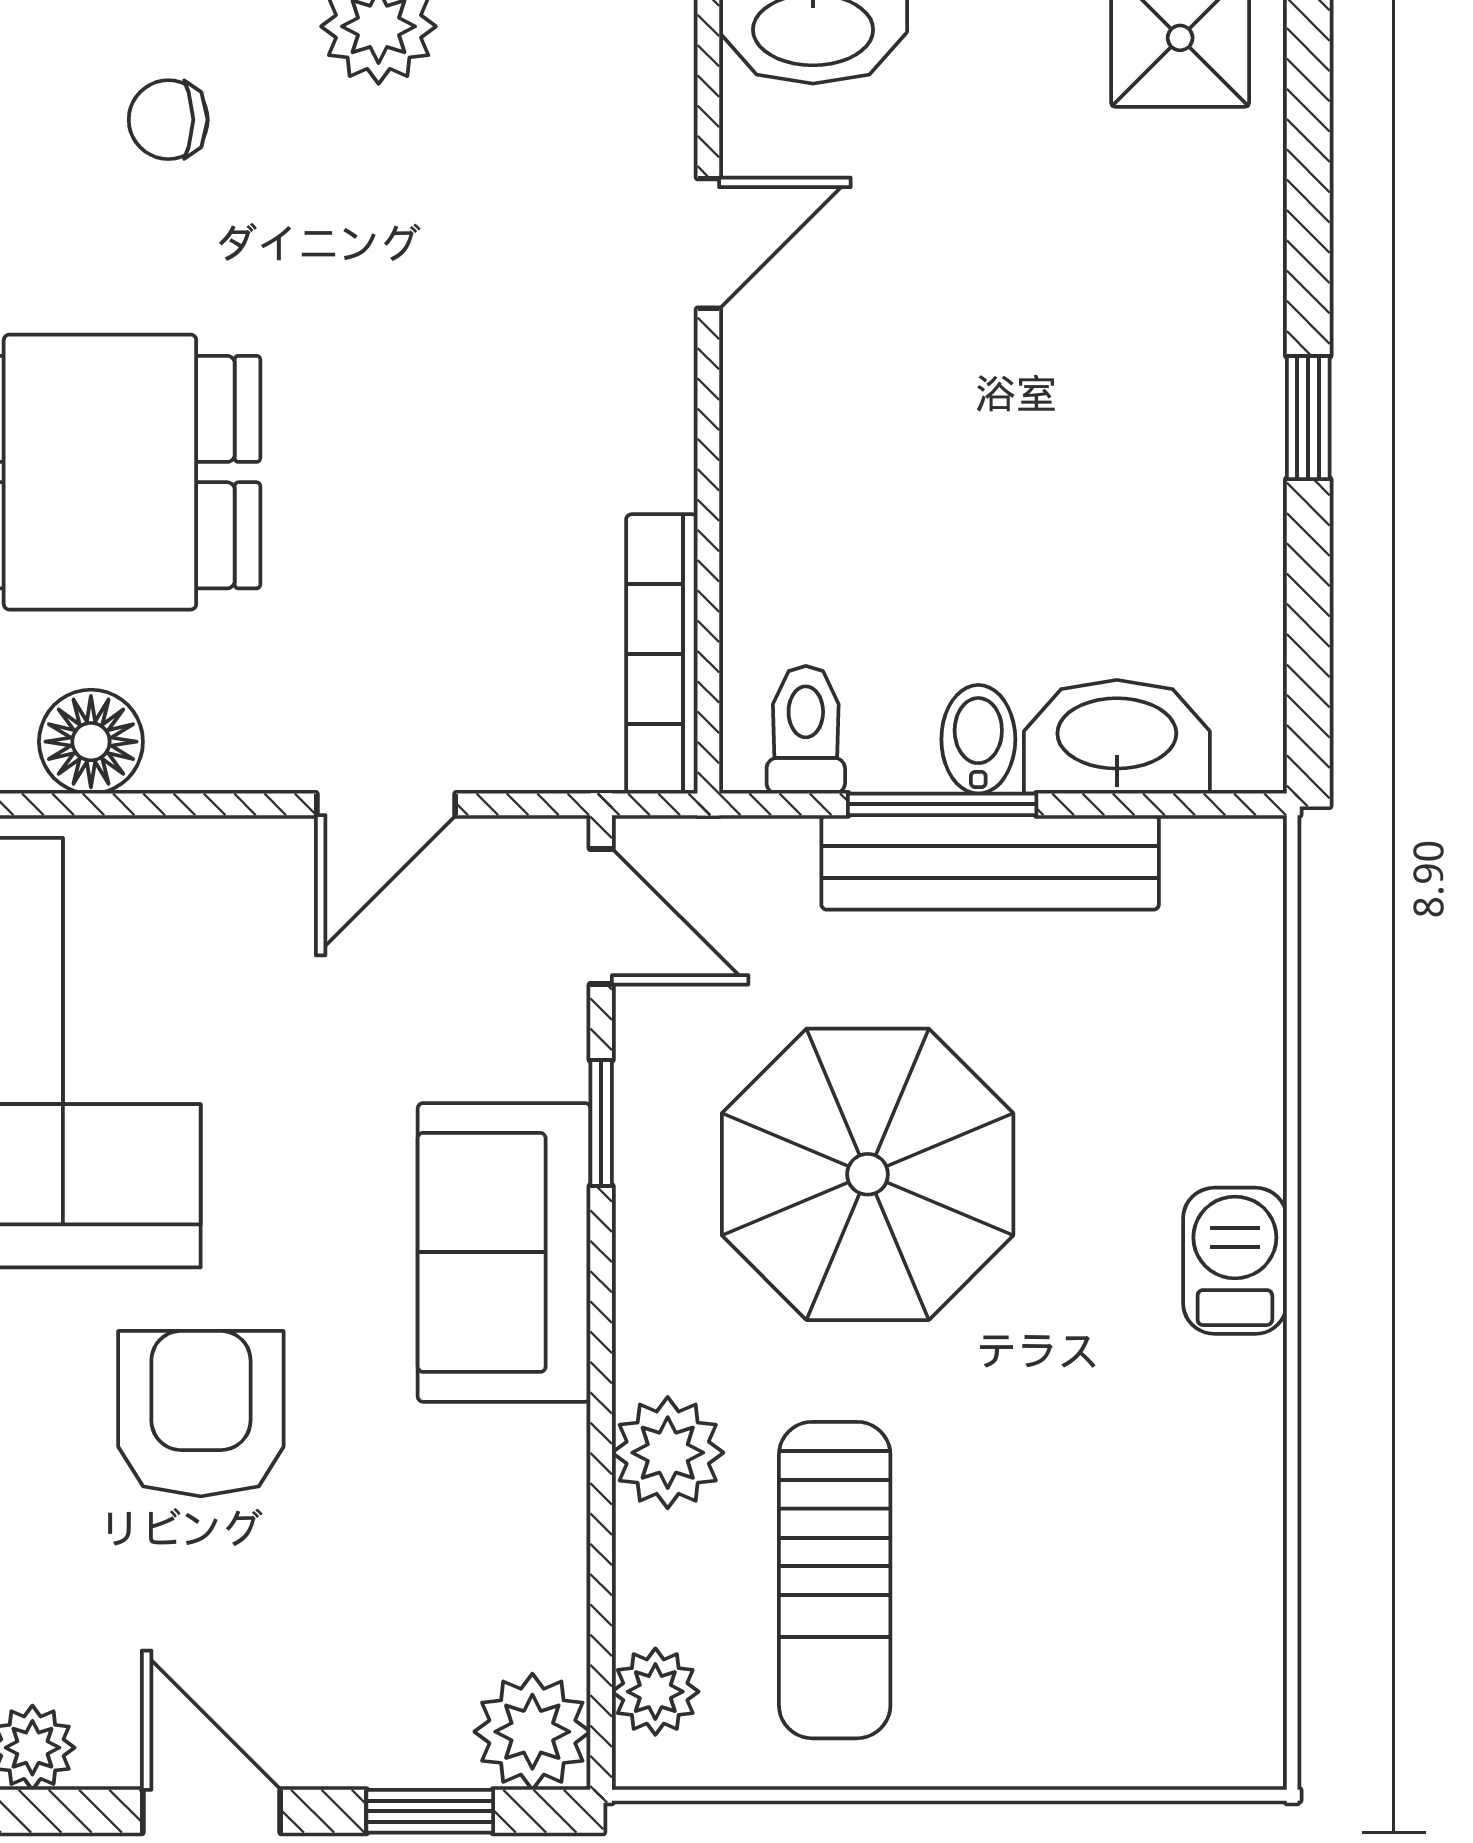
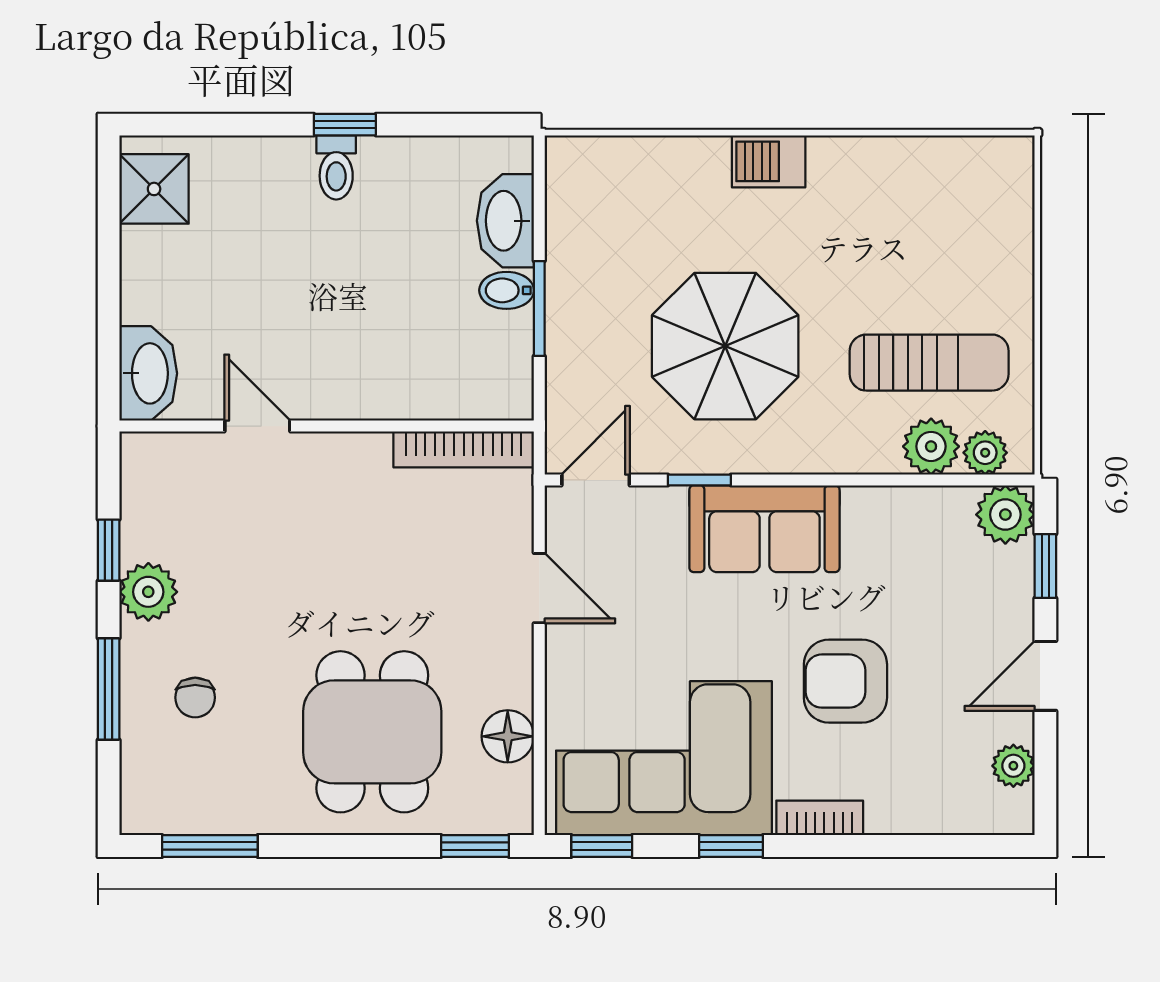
toilet: (806, 730) -> (336, 167), moved, turned -90
bench: (990, 862) -> (568, 284), removed
plant: (668, 1453) -> (931, 446), moved

